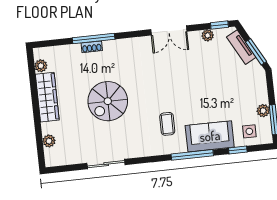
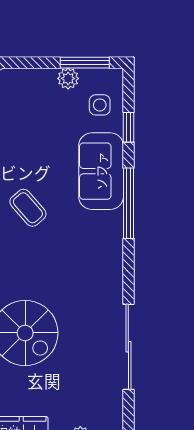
coffee table: (167, 124) -> (28, 208), moved, turned 49
sliding door: (106, 164) -> (128, 347), width x1.37

